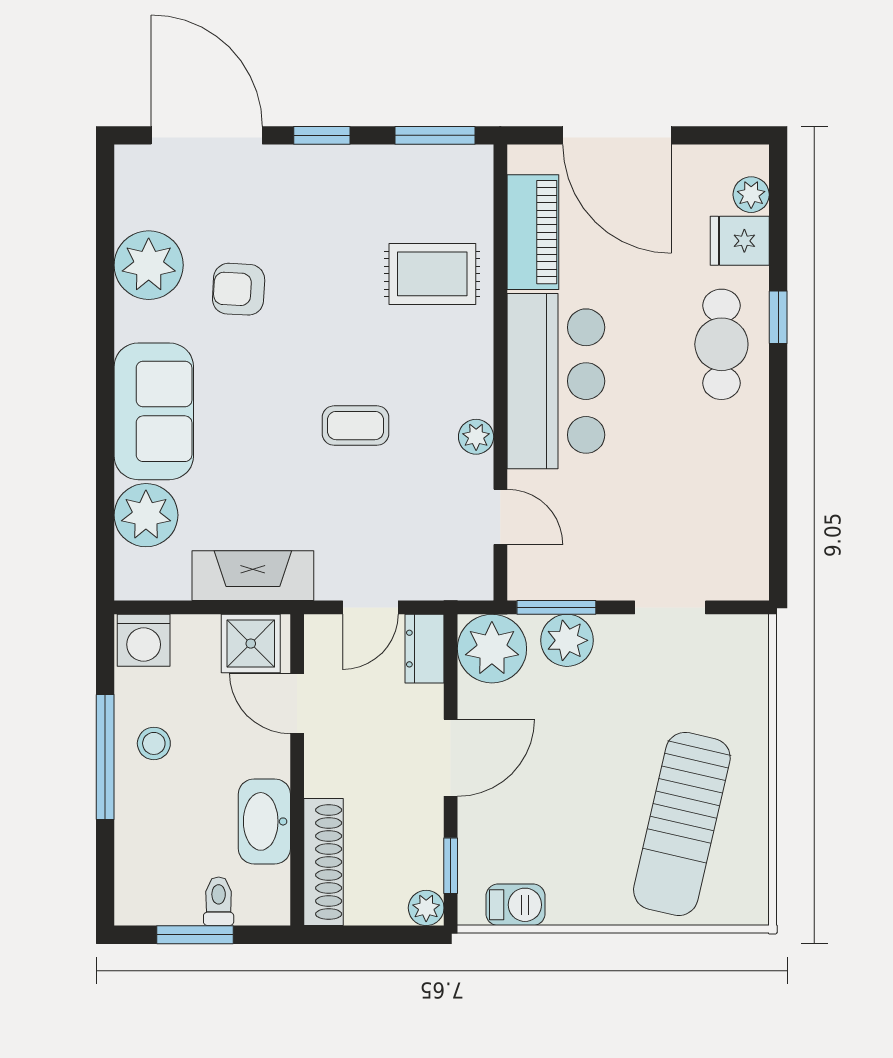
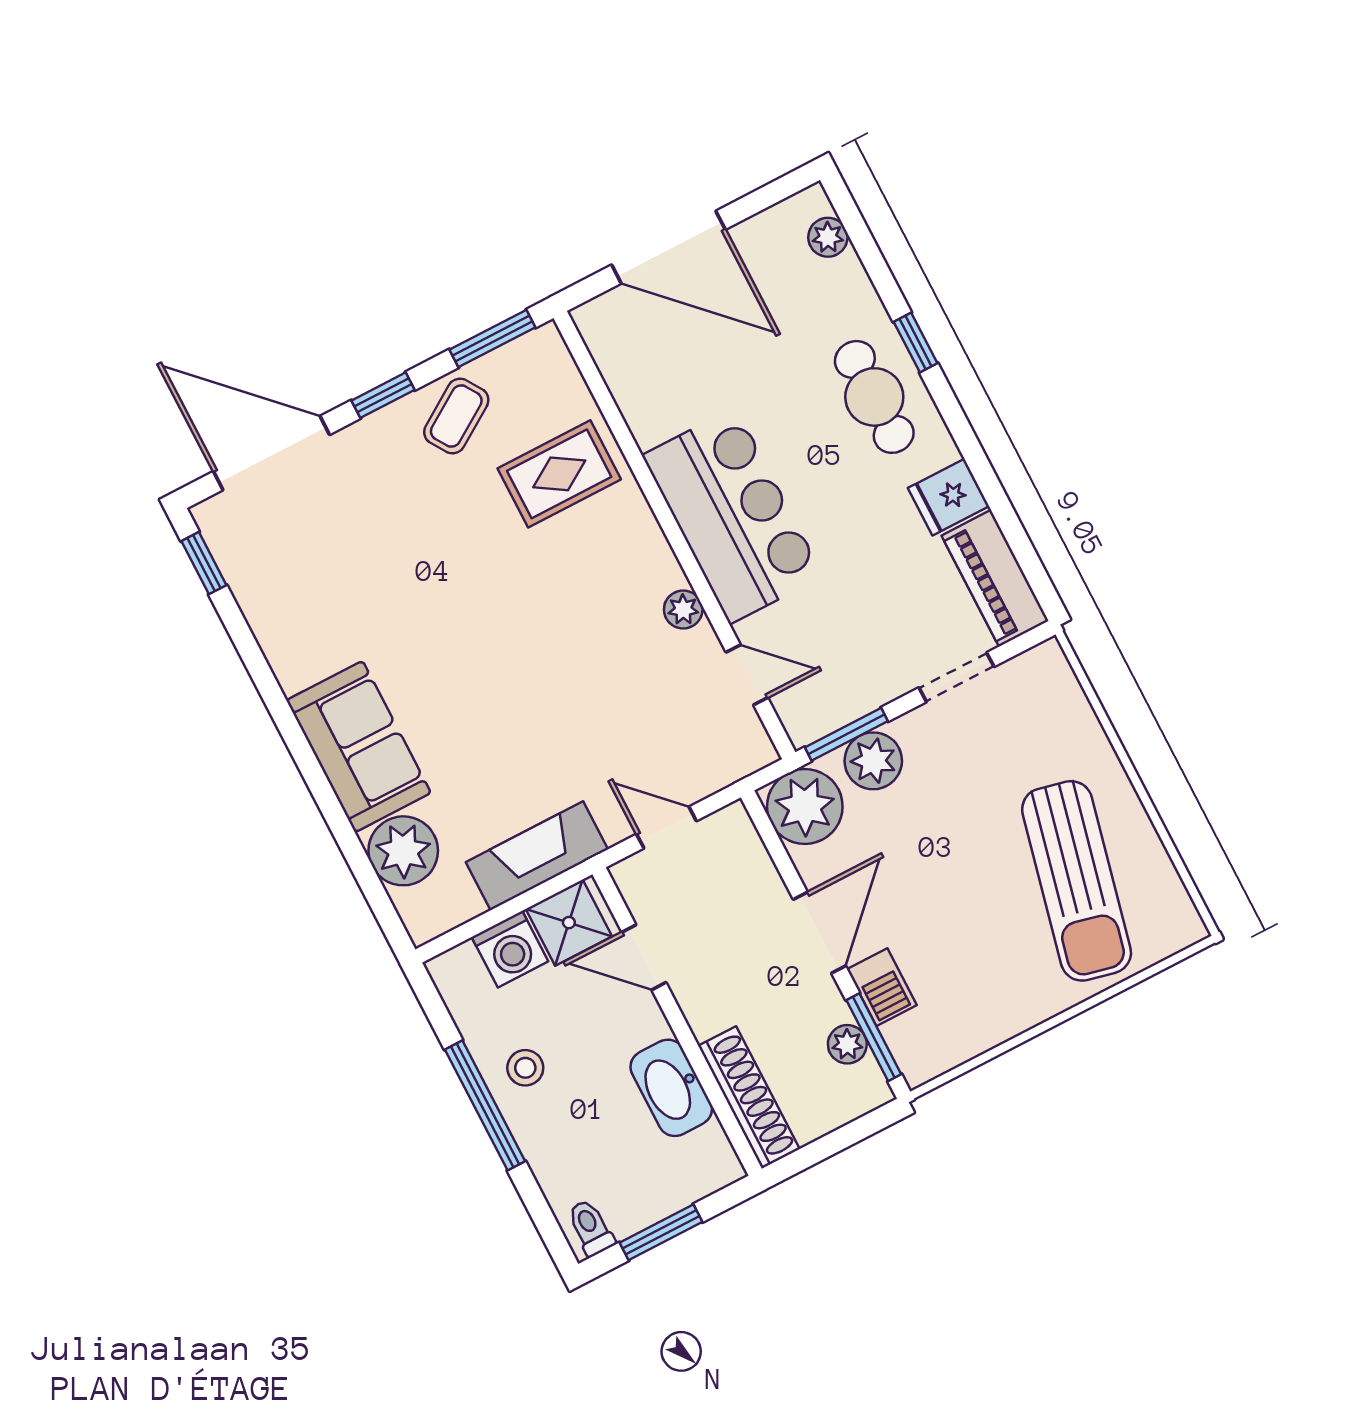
window: (105, 197) -> (204, 563), added
piano: (533, 232) -> (995, 578), moved, turned 180
fridge: (740, 241) -> (948, 497), moved
plant: (149, 265) -> (280, 608), removed
armchair: (239, 289) -> (379, 586), removed
coffee table: (355, 426) -> (456, 416), moved, turned -33
door: (370, 607) -> (666, 828), swing flipped
washing machine: (144, 640) -> (510, 949), moved
dresser: (424, 649) -> (740, 840), removed
window: (451, 866) -> (874, 1037), width x1.50
toilet: (219, 901) -> (591, 1228), moved
barbecue: (516, 905) -> (882, 987), moved, turned 90
plant: (426, 908) -> (847, 1044), moved

